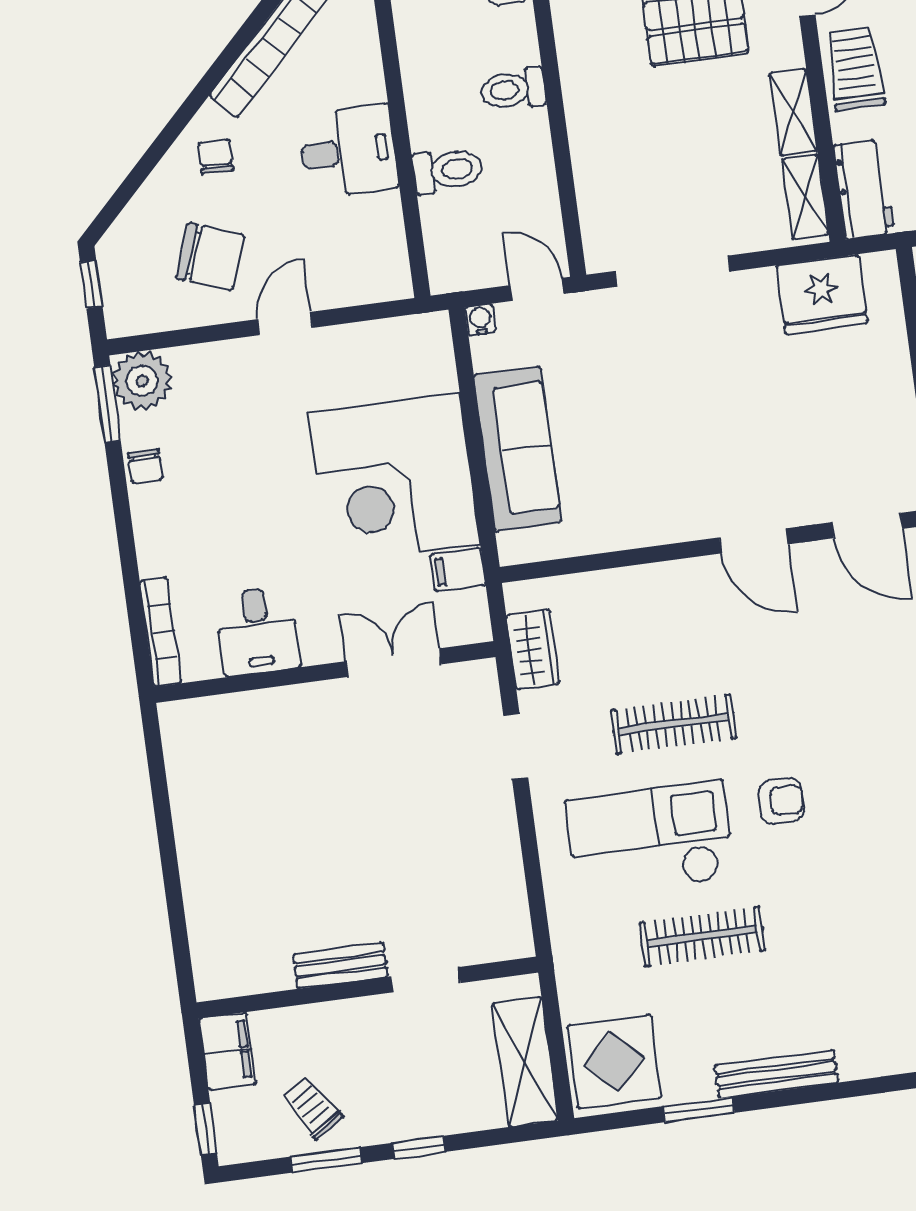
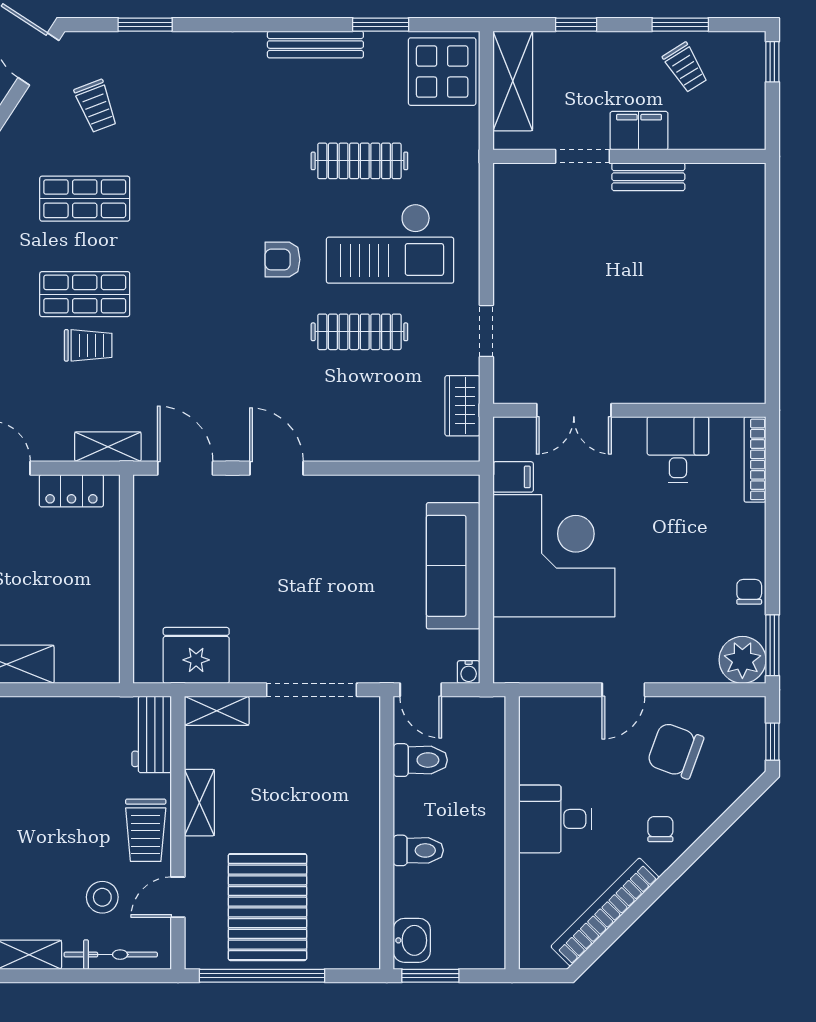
chair: (216, 157) -> (660, 829), turned 180
toilet: (448, 170) -> (420, 760), moved, turned 180
shelving: (805, 197) -> (217, 711), moved, turned 90
filing cabinet: (228, 1051) -> (639, 131), moved, turned 90
window: (419, 1147) -> (576, 25), moved

